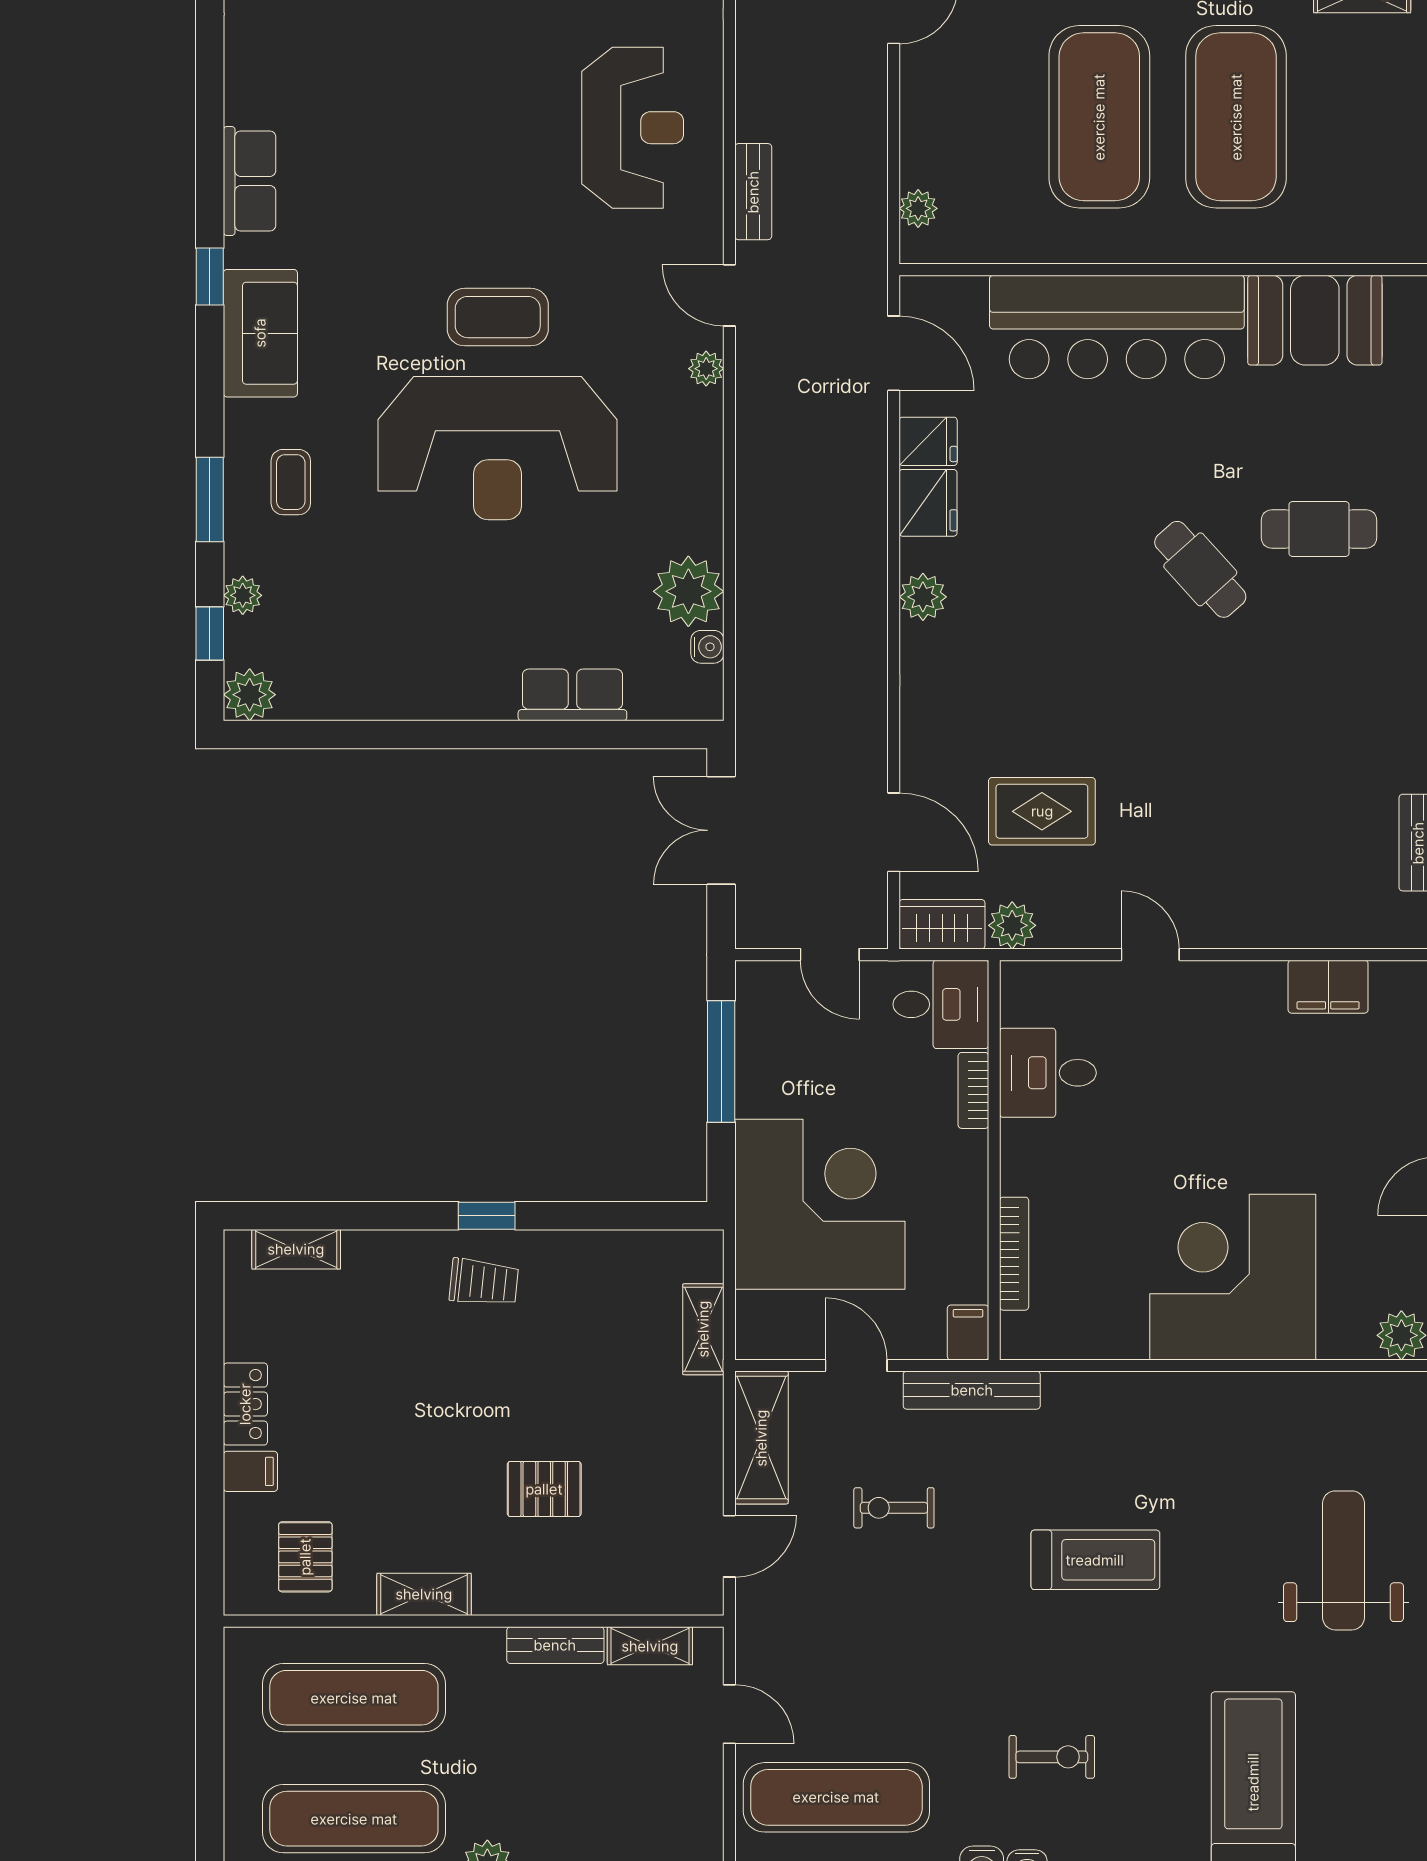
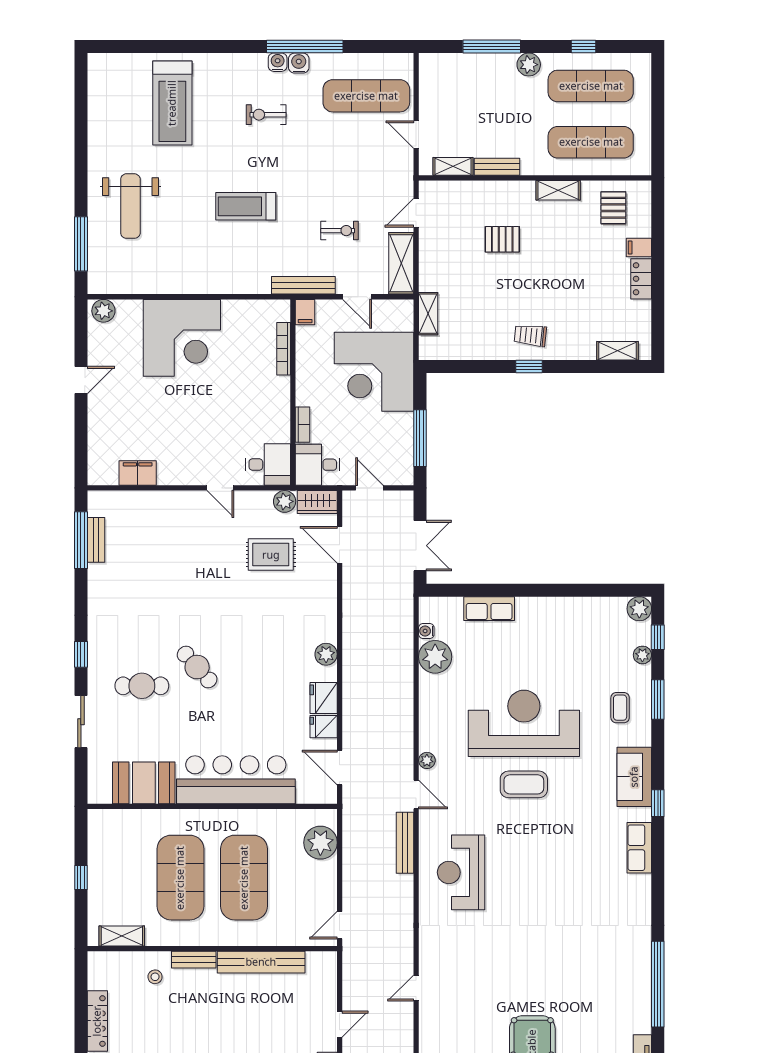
bench: (753, 192) -> (405, 843), width x1.36
plant: (918, 208) -> (320, 843), width x1.88, depth x1.88
desk: (1048, 1073) -> (268, 465), moved

